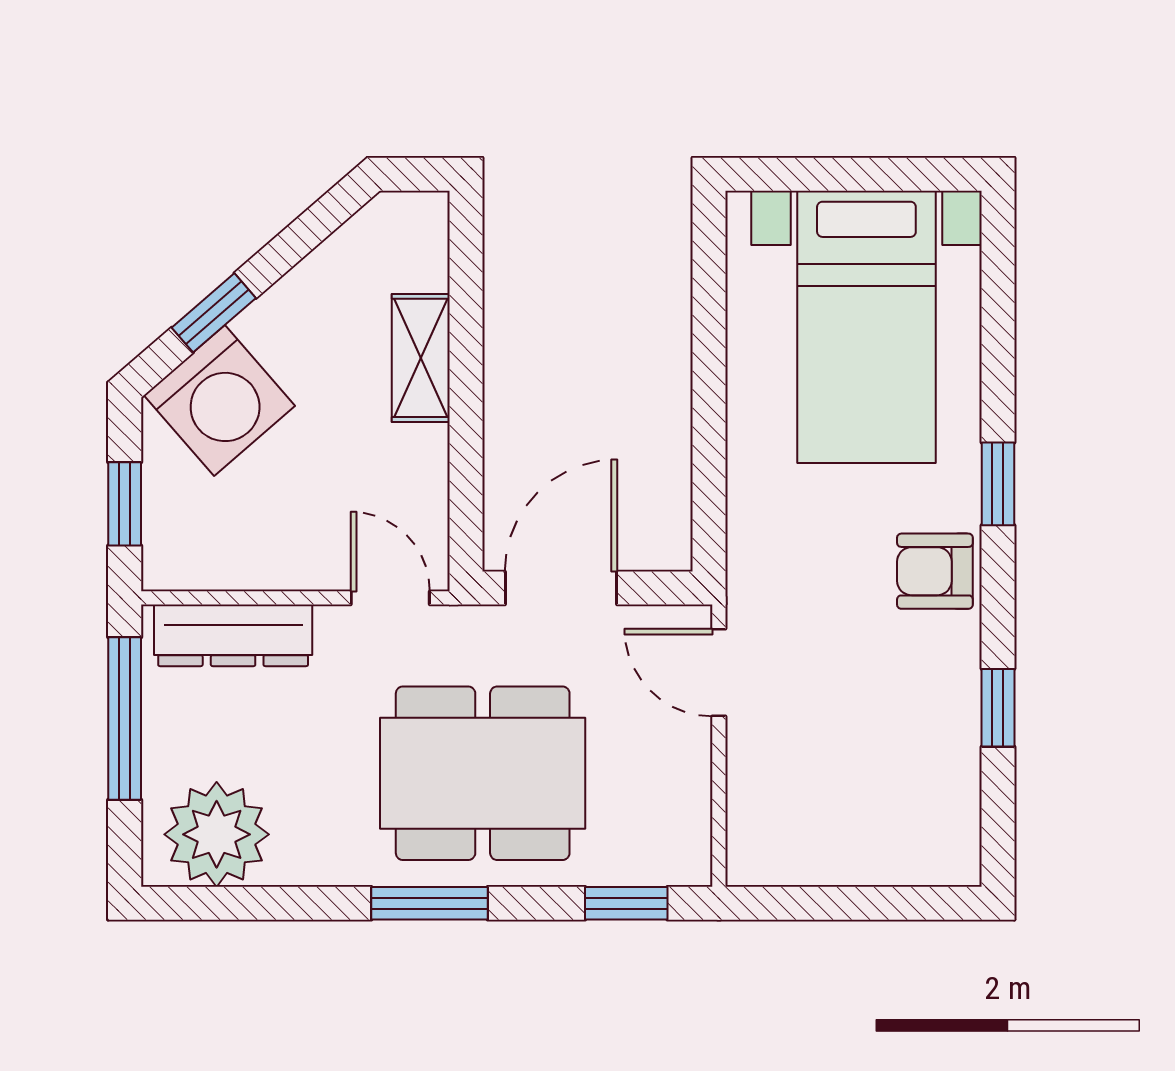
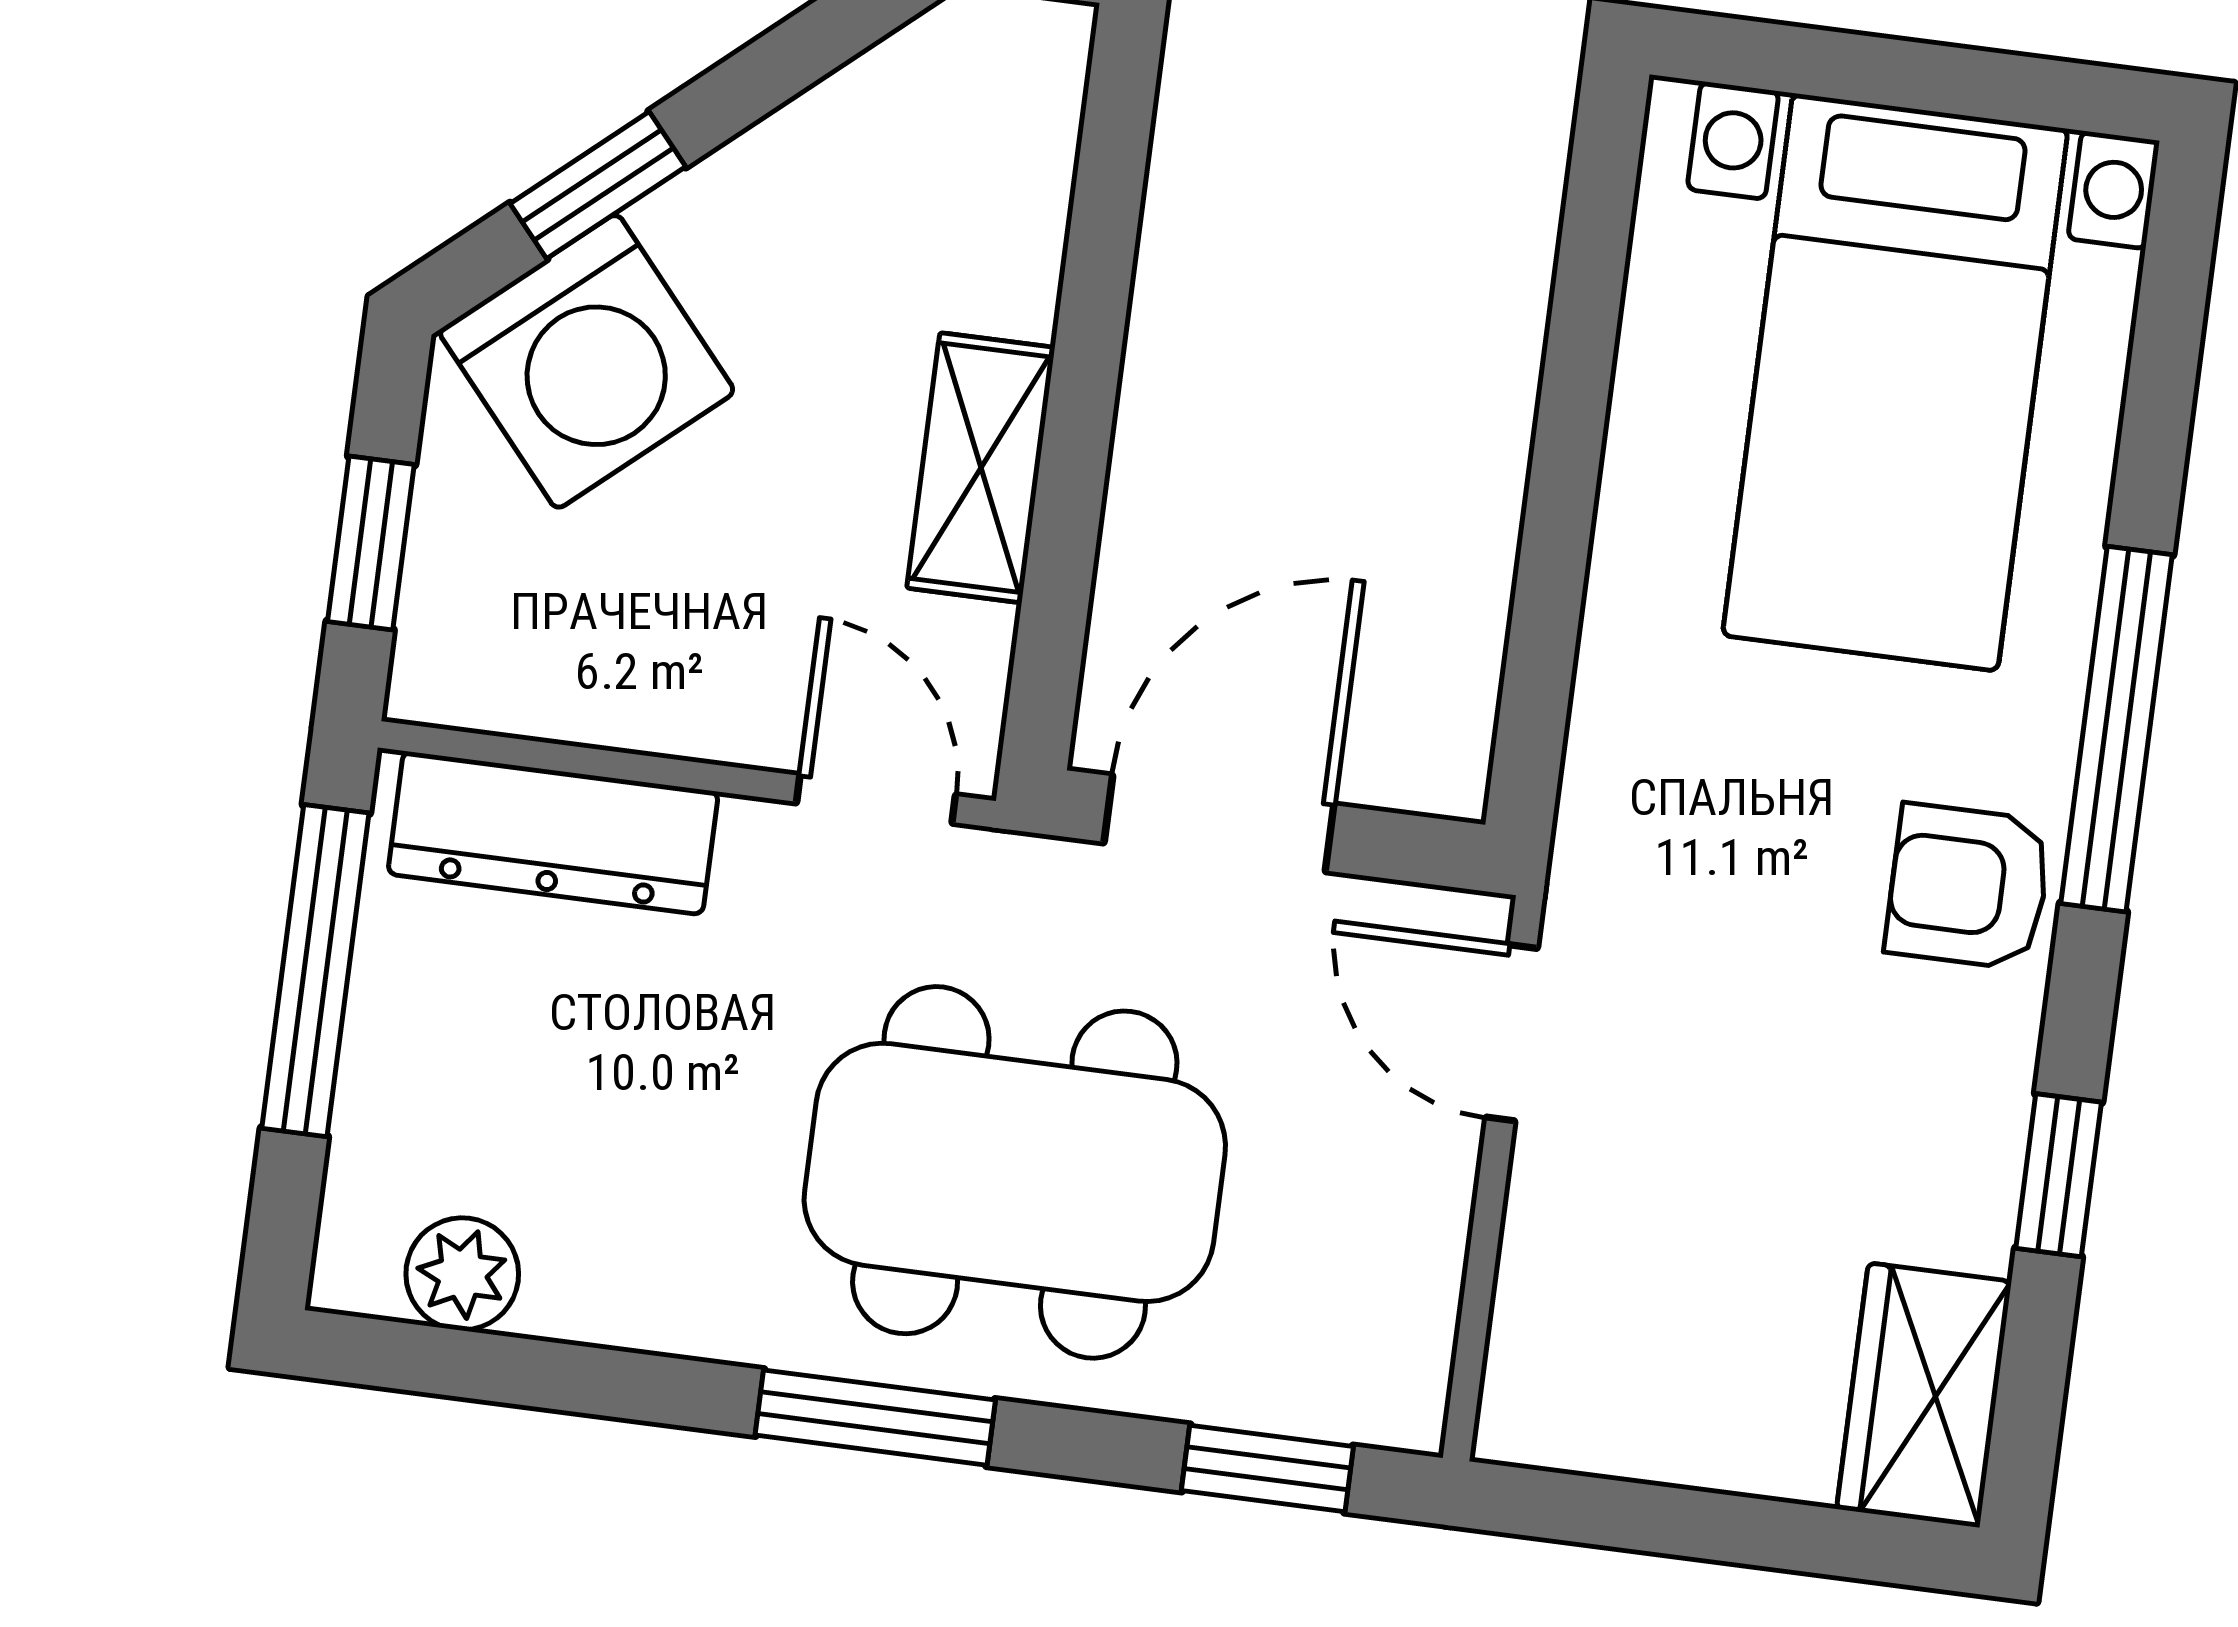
shelving: (421, 358) -> (981, 468), moved
window: (998, 484) -> (2117, 729), width x2.17
wardrobe: (946, 825) -> (1924, 1395), added
plant: (217, 834) -> (462, 1274), width x0.53, depth x0.53

